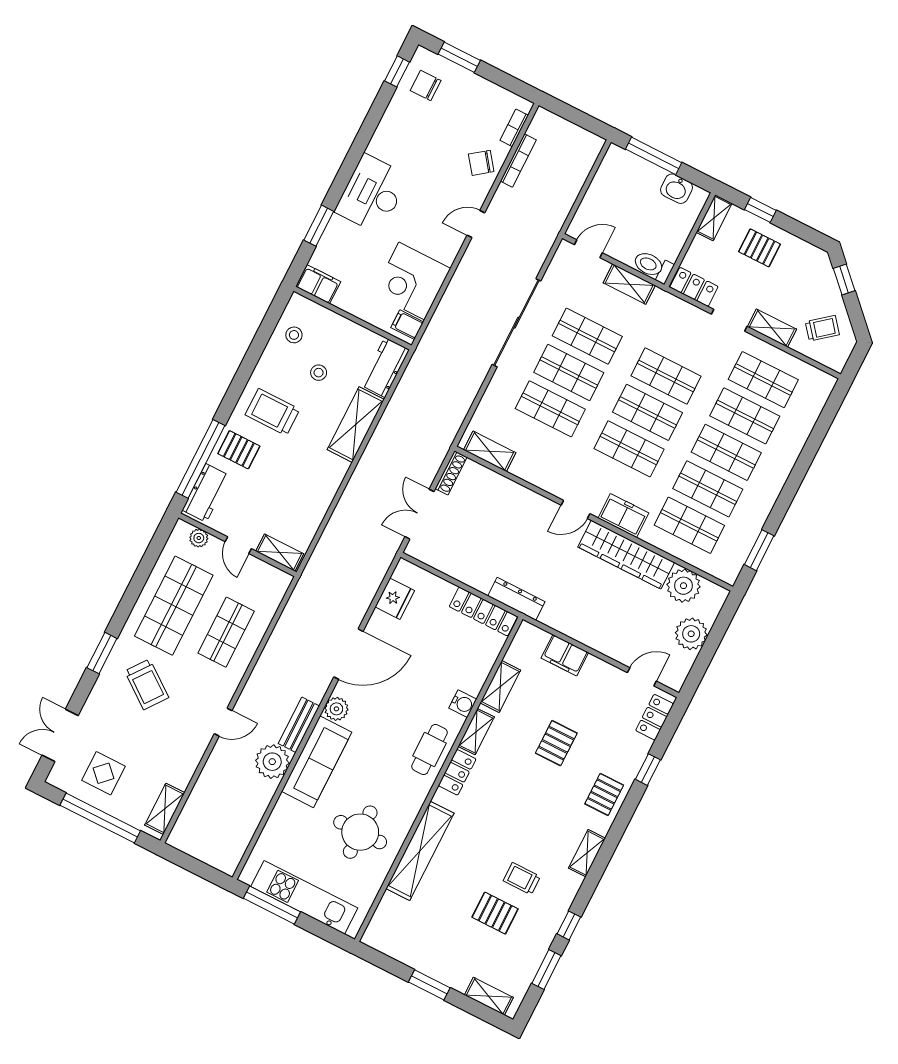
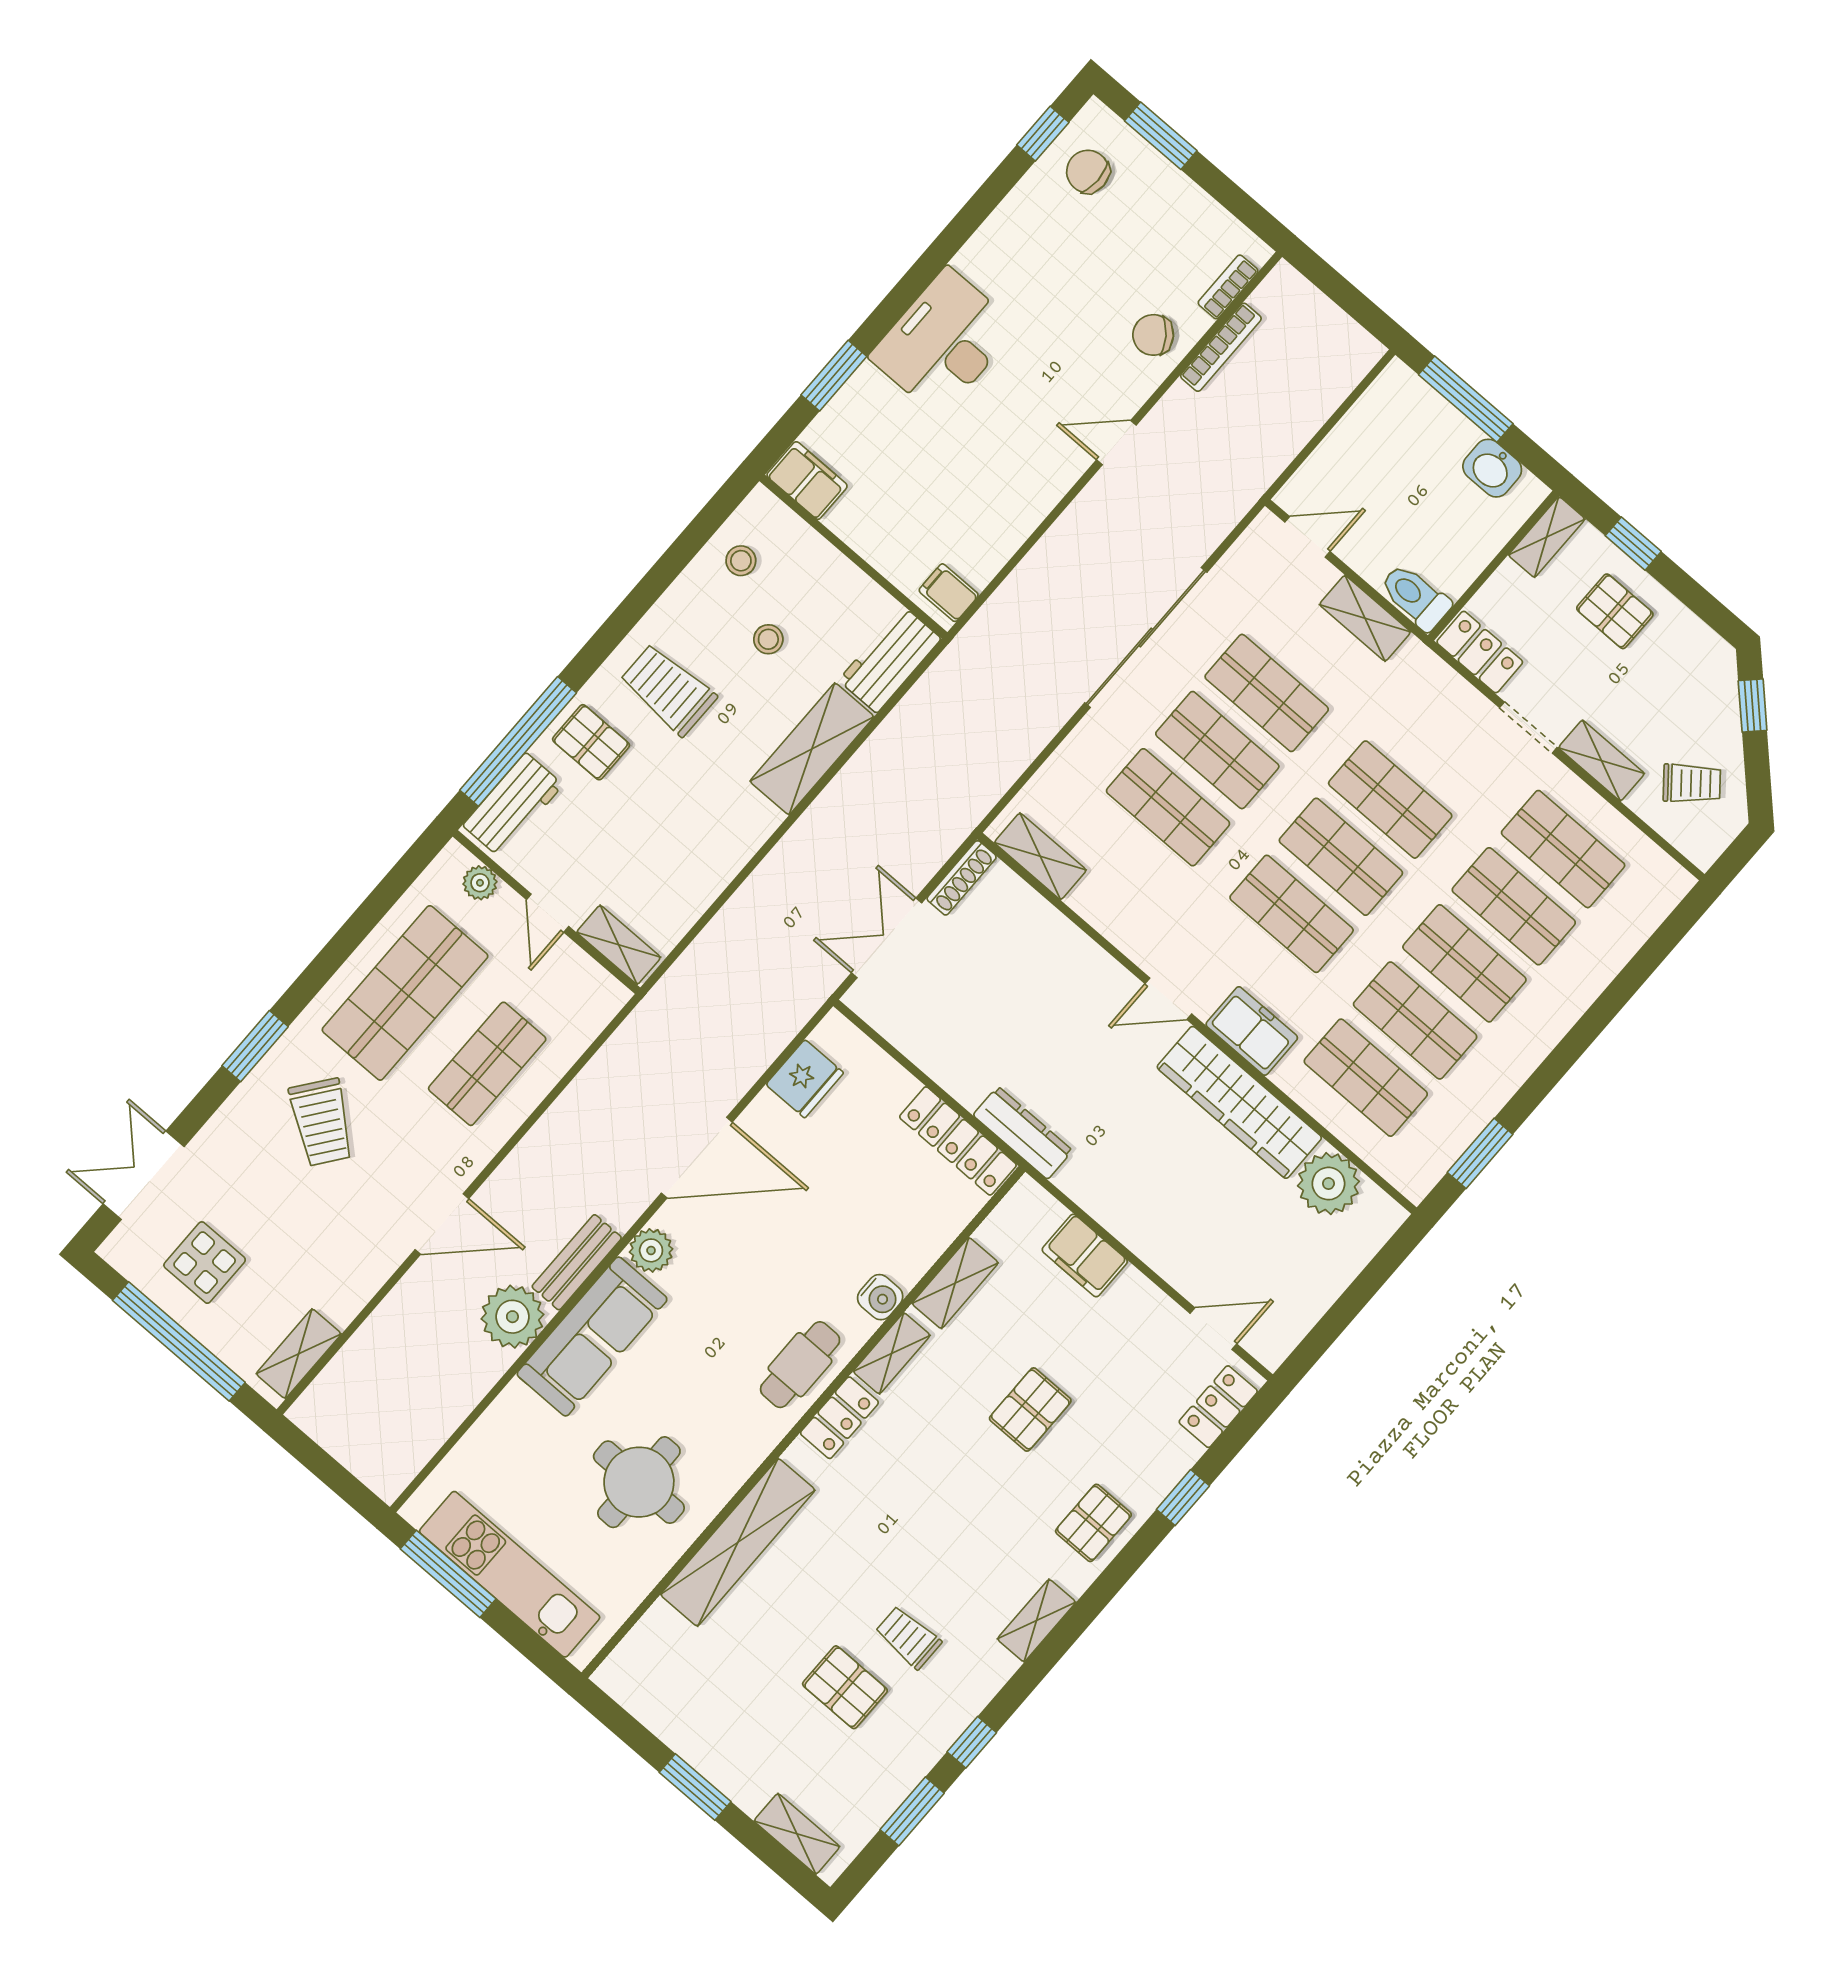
corner desk: (412, 281) -> (976, 516), removed
plant: (691, 634) -> (1321, 1273), removed
door: (223, 722) -> (442, 1224), width x1.38

